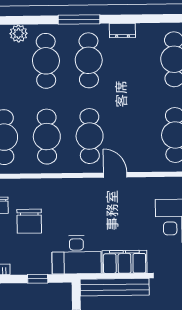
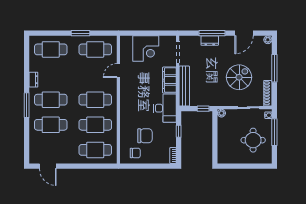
plant: (18, 33) -> (34, 141), removed
door: (115, 175) -> (118, 71), moved

